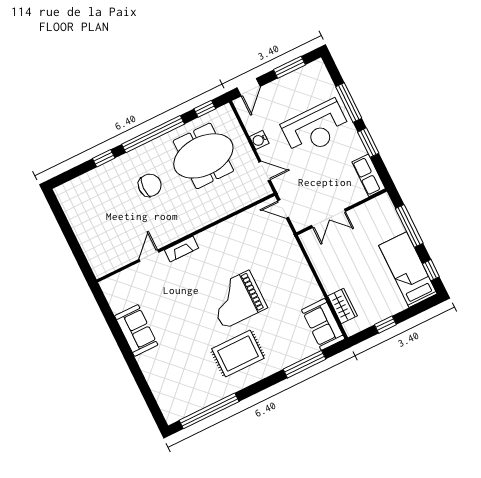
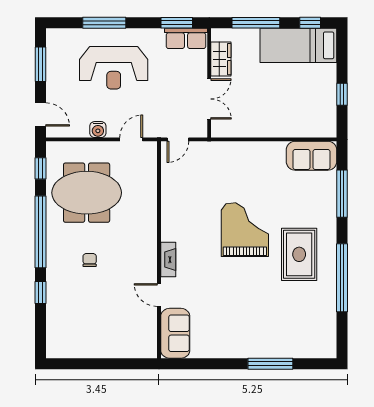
reception desk: (316, 128) -> (114, 68), turned 90
window: (368, 143) -> (177, 23), moved
meeting table: (203, 156) -> (87, 193), turned 90
chair: (150, 185) -> (90, 260), width x0.54, depth x0.54
grand piano: (236, 300) -> (245, 230), turned 180
wardrobe: (342, 306) -> (221, 59), moved, turned 90
sofa: (136, 330) -> (175, 333), moved, turned 90
window: (137, 374) -> (270, 364), added
window: (209, 411) -> (342, 278), moved

